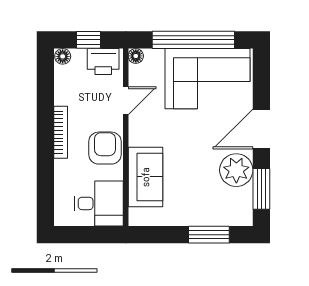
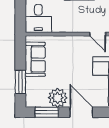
armchair: (105, 148) -> (70, 22), removed
sofa: (146, 177) -> (35, 59), moved, turned -90

